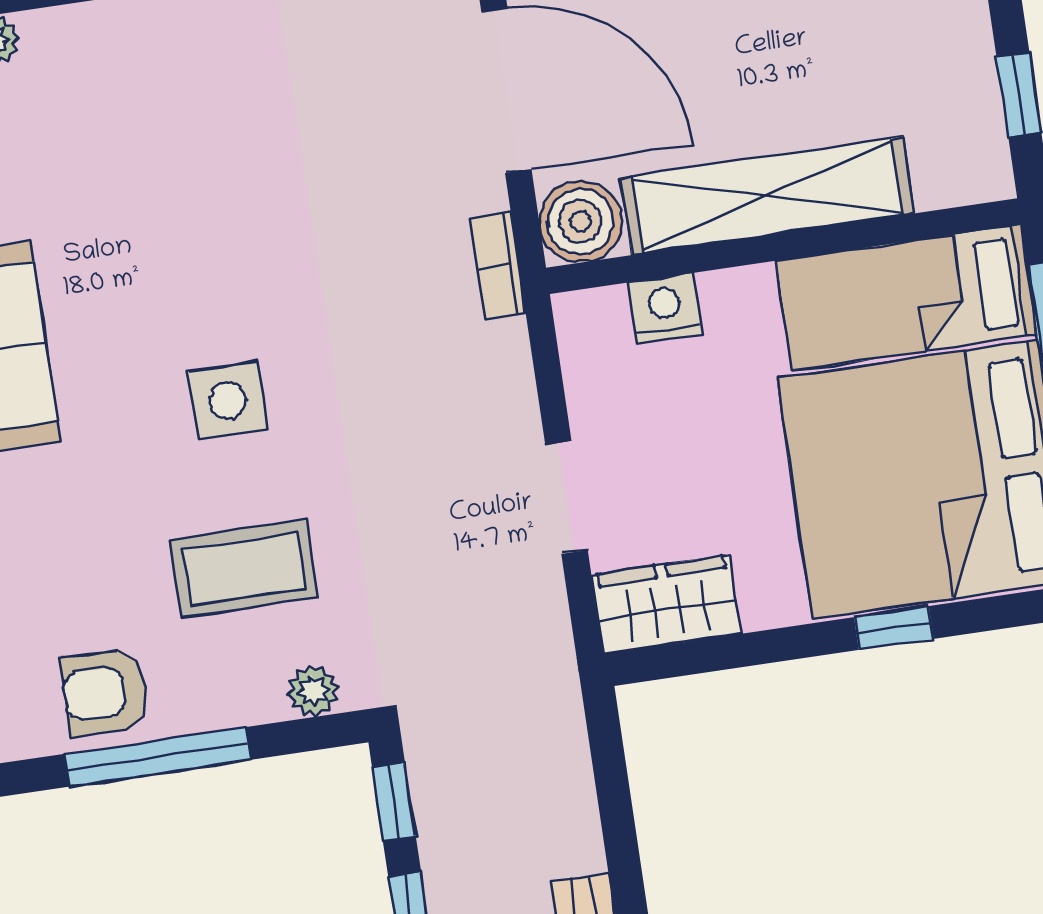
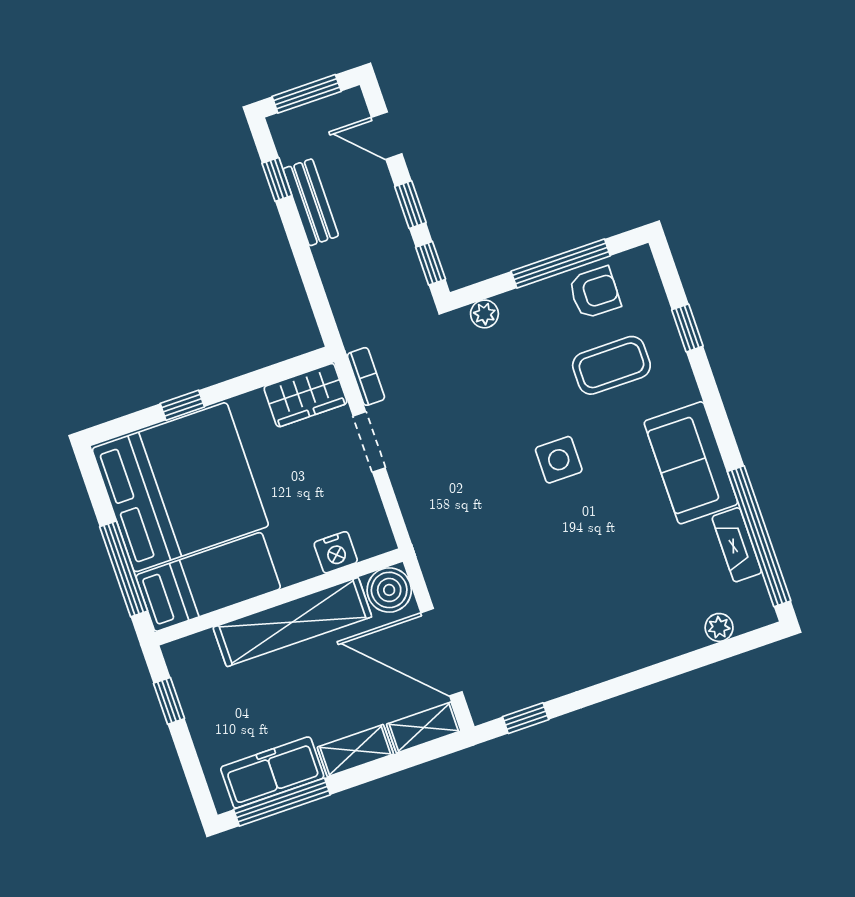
bookcase: (498, 266) -> (366, 376), moved
coffee table: (244, 569) -> (611, 365), moved

